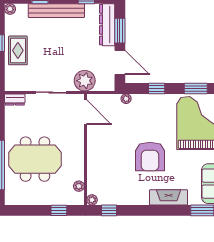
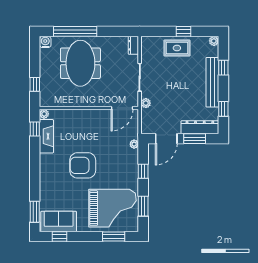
plant: (85, 81) -> (146, 103), width x0.53, depth x0.53
plant: (79, 186) -> (56, 102), removed
fireplace: (169, 197) -> (46, 136), moved
water cooler: (11, 199) -> (45, 42), added

